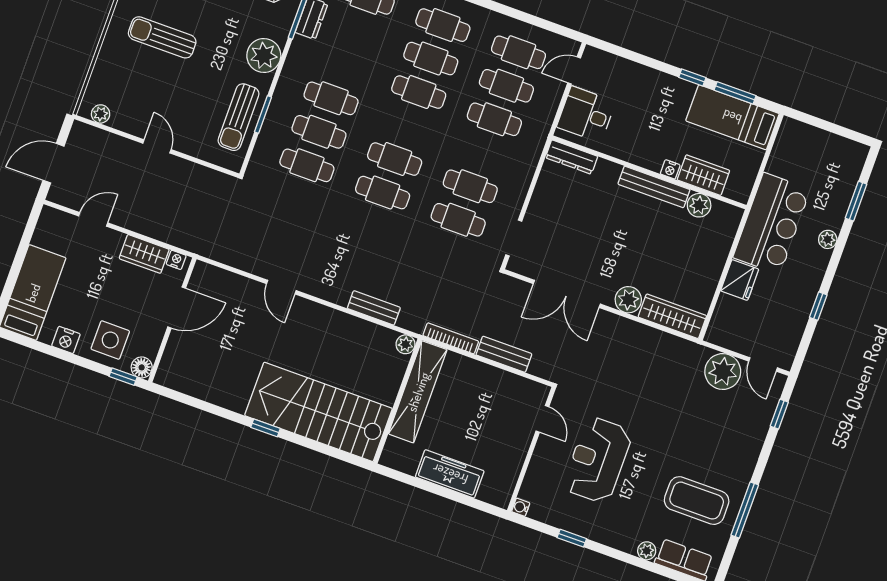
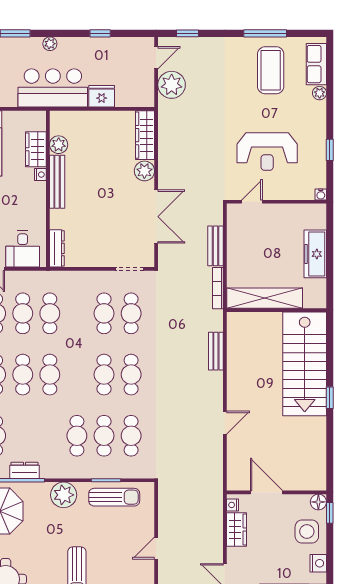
plant: (406, 344) -> (234, 319), removed

